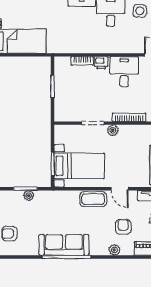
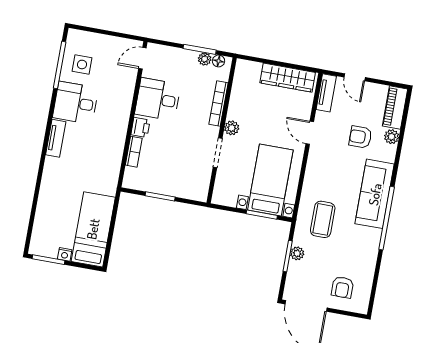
door: (120, 189) -> (310, 133), swing flipped
coffee table: (93, 199) -> (323, 219), moved
sofa: (64, 245) -> (375, 194), moved
plant: (114, 250) -> (392, 137), moved

